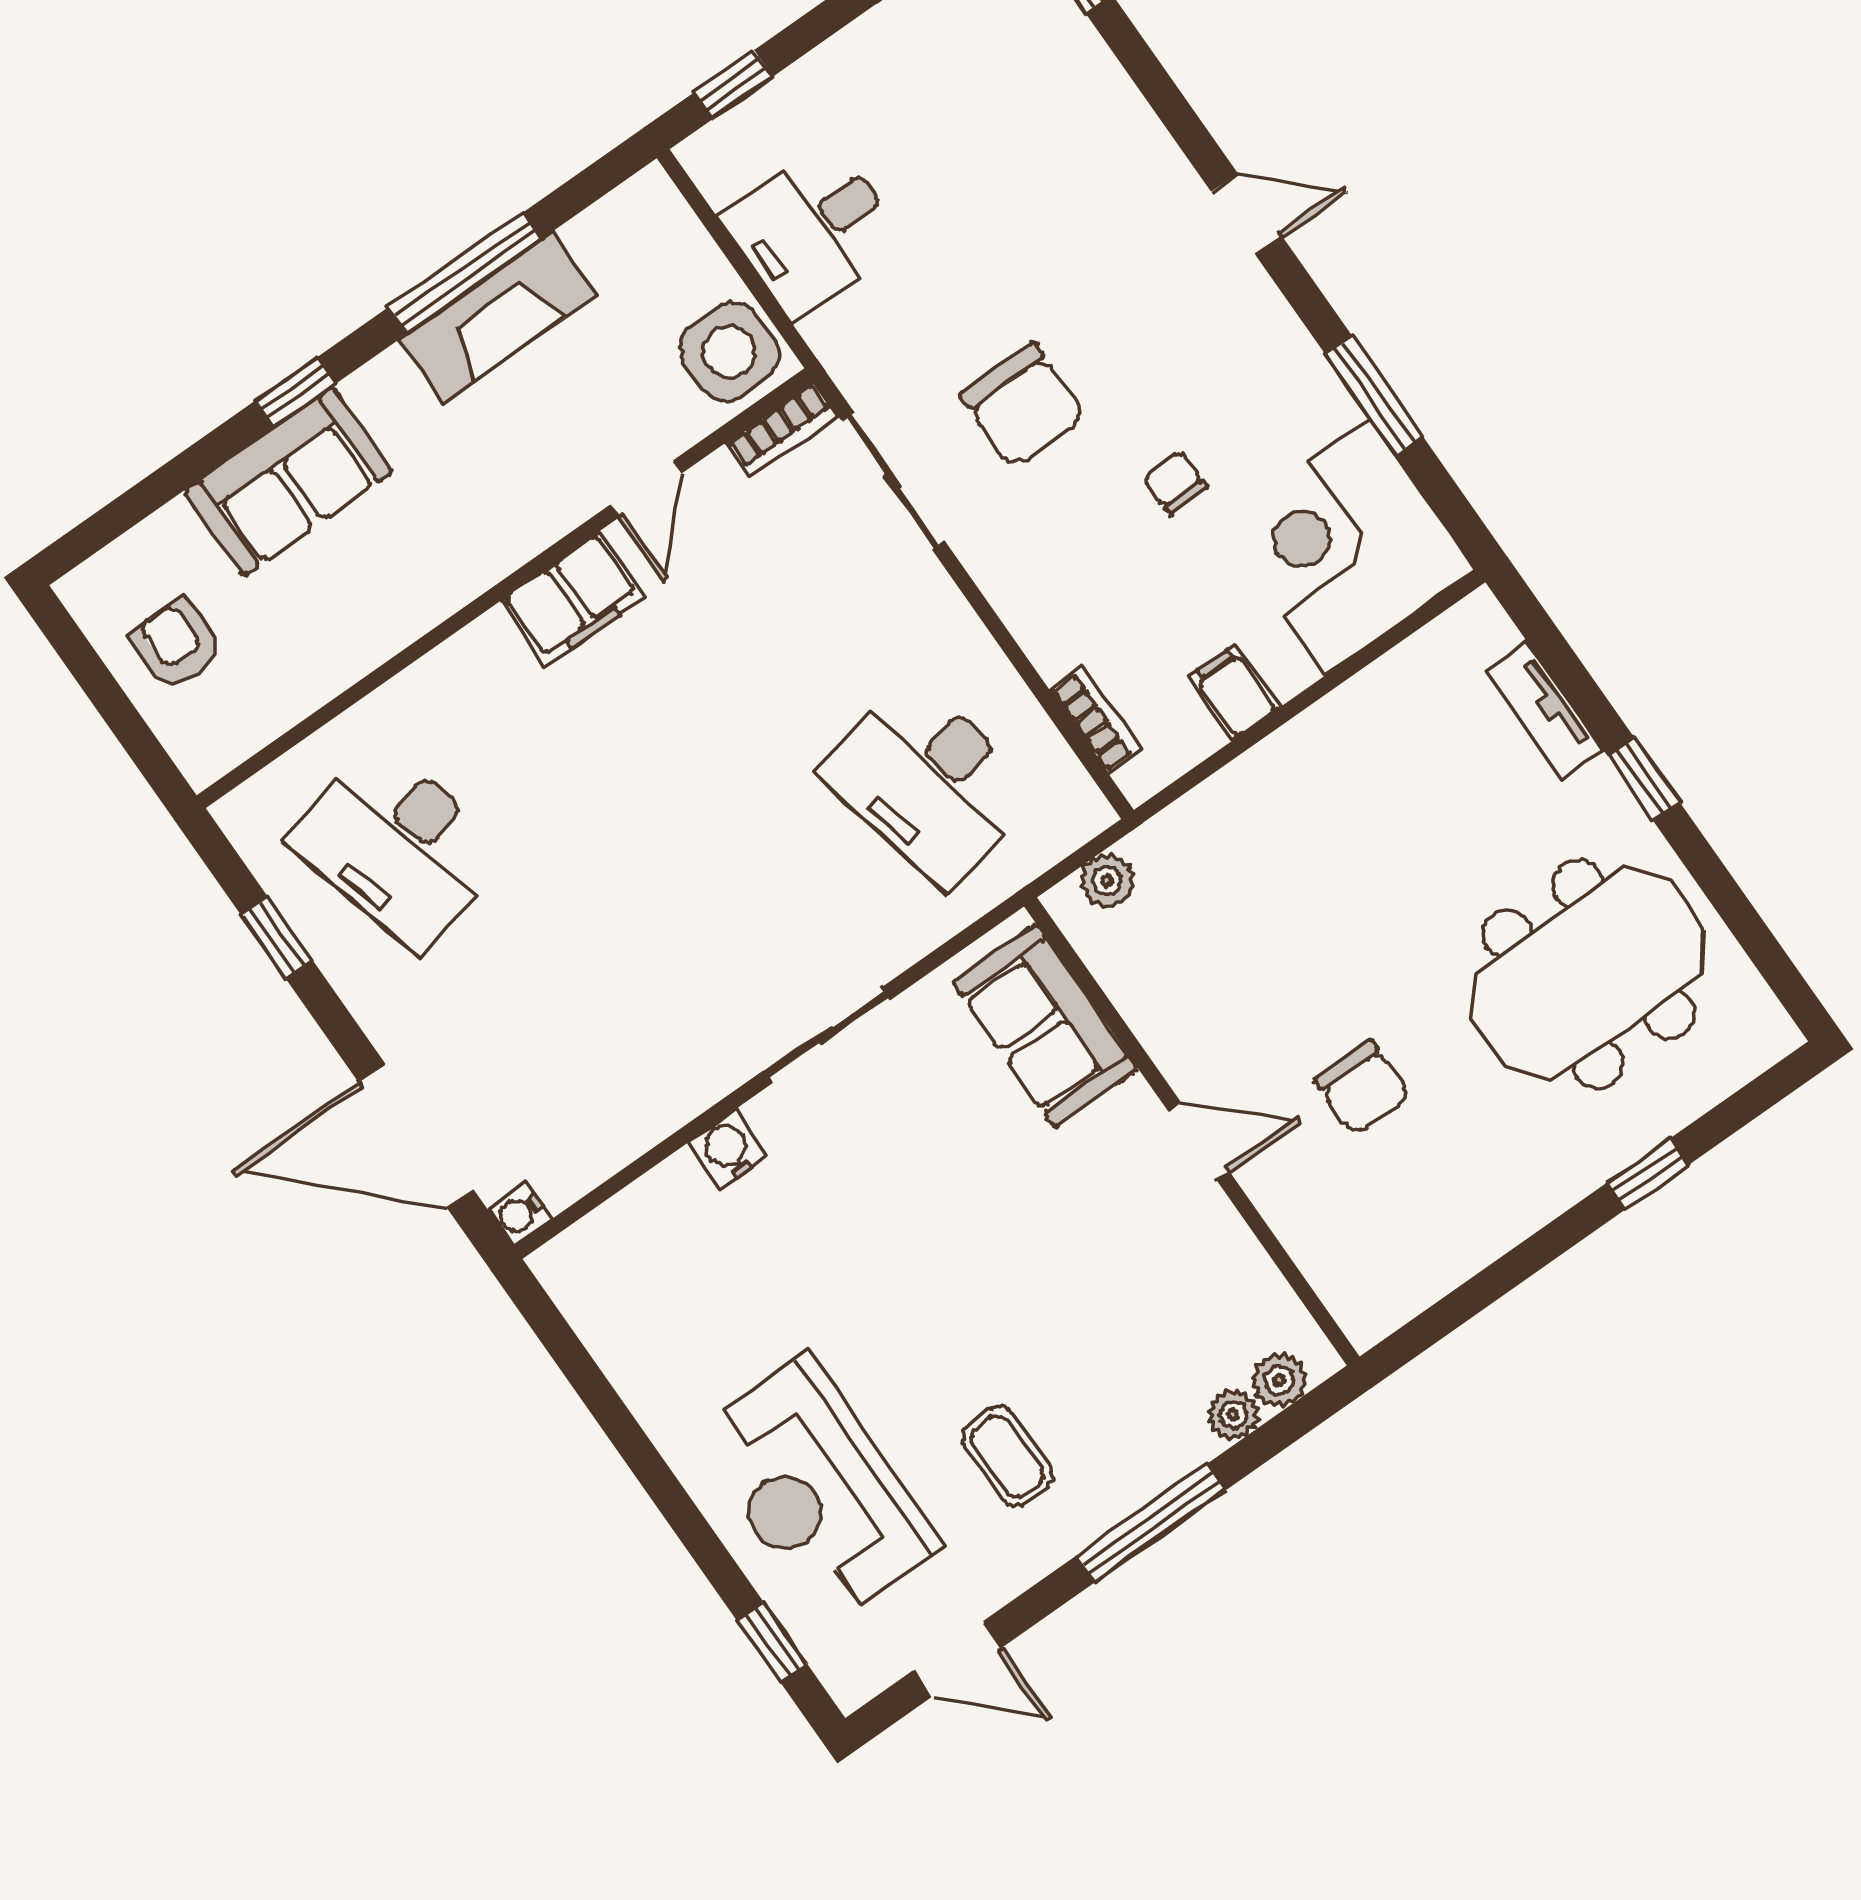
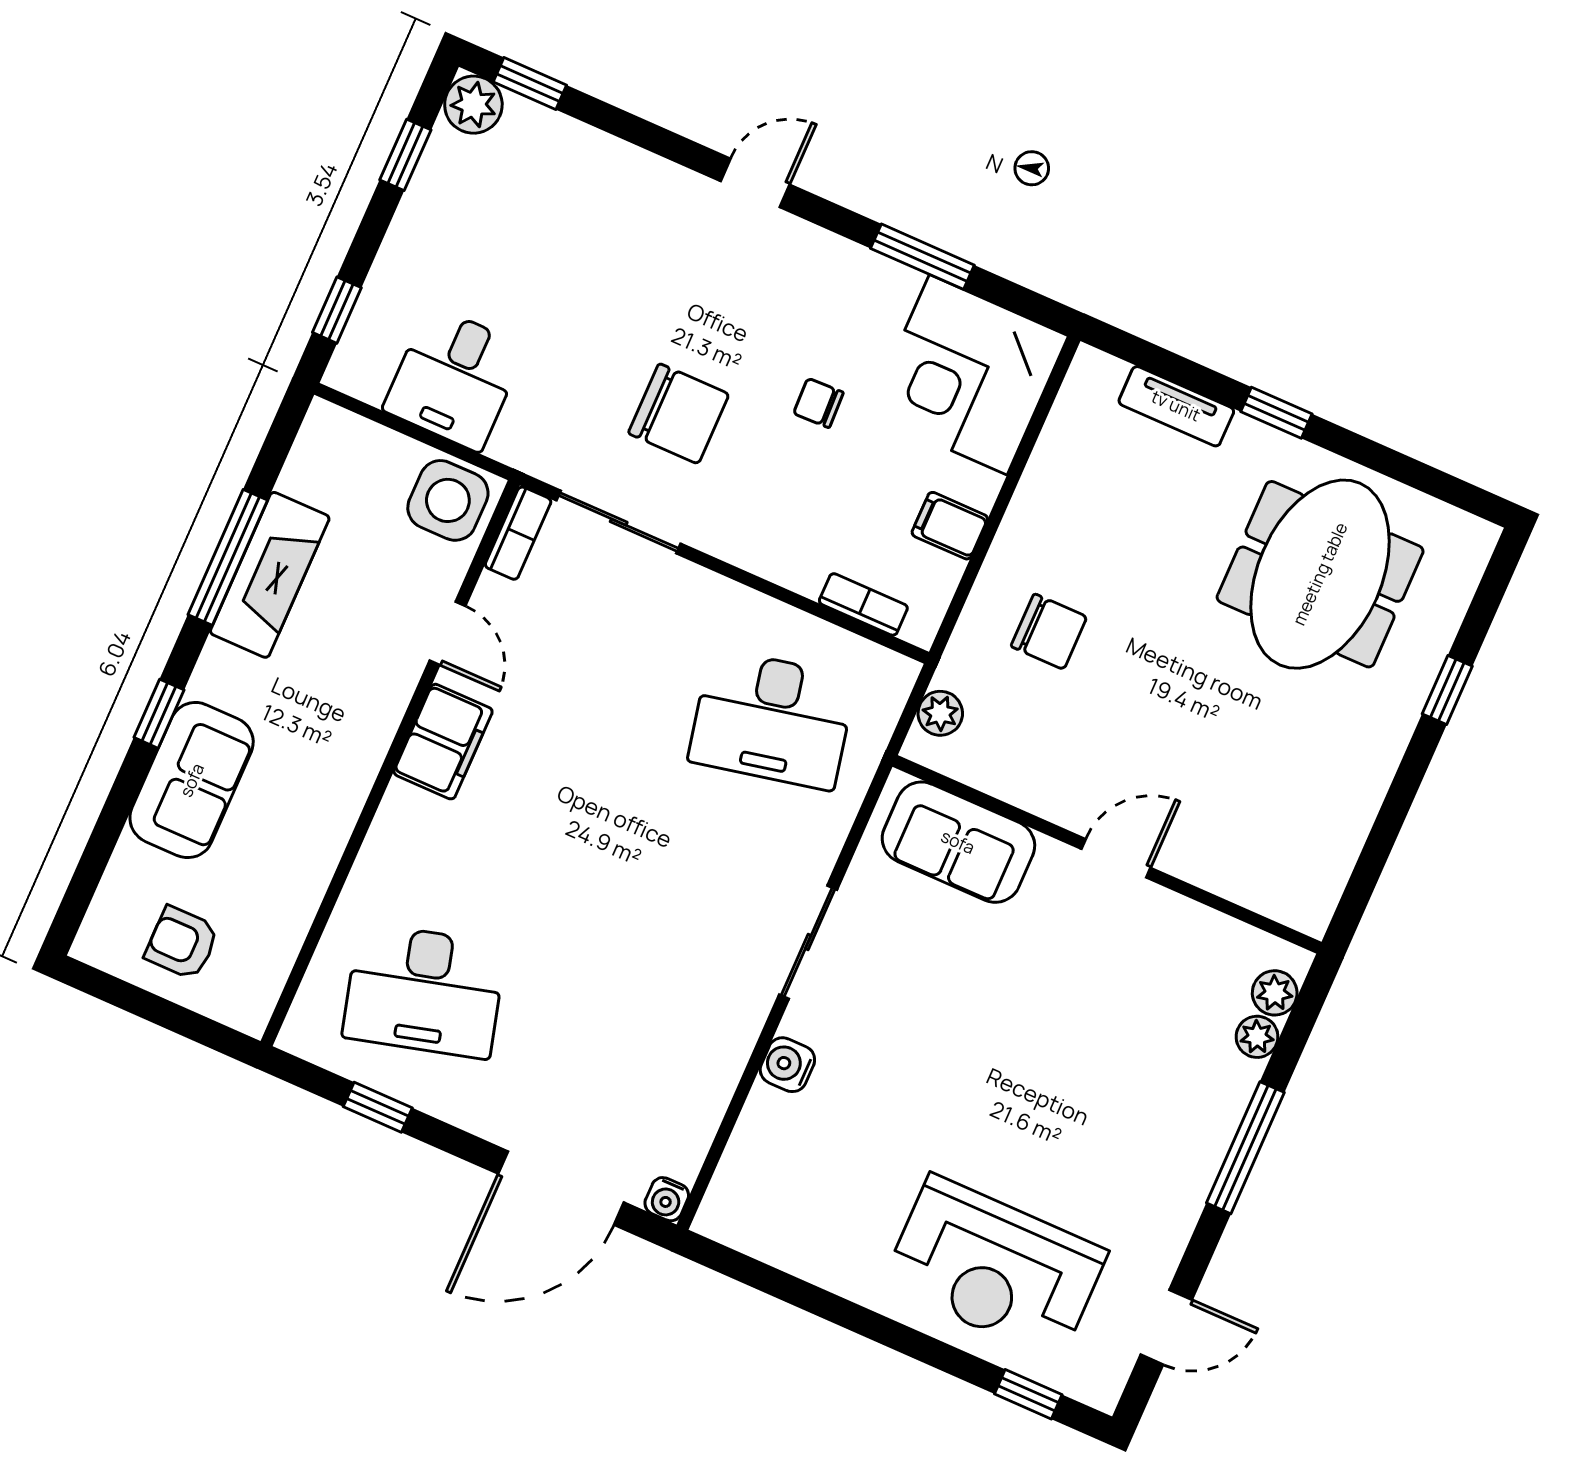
chair: (1362, 1088) -> (1049, 632), moved
coffee table: (1007, 1456) -> (1115, 1162), removed

